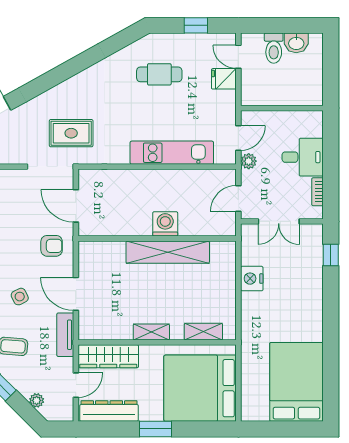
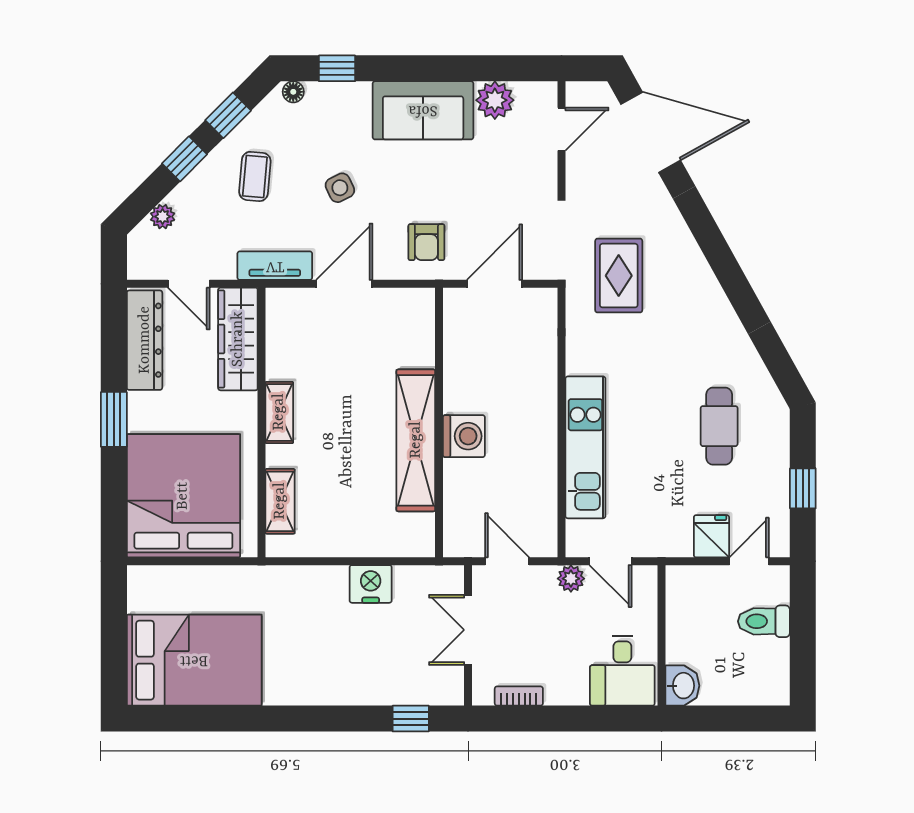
washbasin: (296, 43) -> (682, 686), moved, turned 180
desk: (303, 157) -> (622, 671), moved

